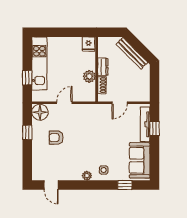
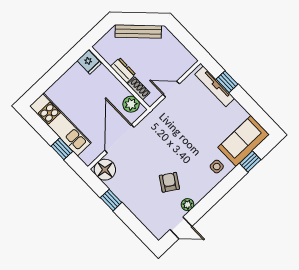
plant: (89, 76) -> (131, 104), moved
door: (64, 103) -> (119, 139), width x1.87
door: (120, 103) -> (171, 89), swing flipped
armchair: (56, 138) -> (169, 182), moved, turned 123
sofa: (140, 160) -> (244, 141), moved, turned 90
plant: (87, 176) -> (188, 205), moved

